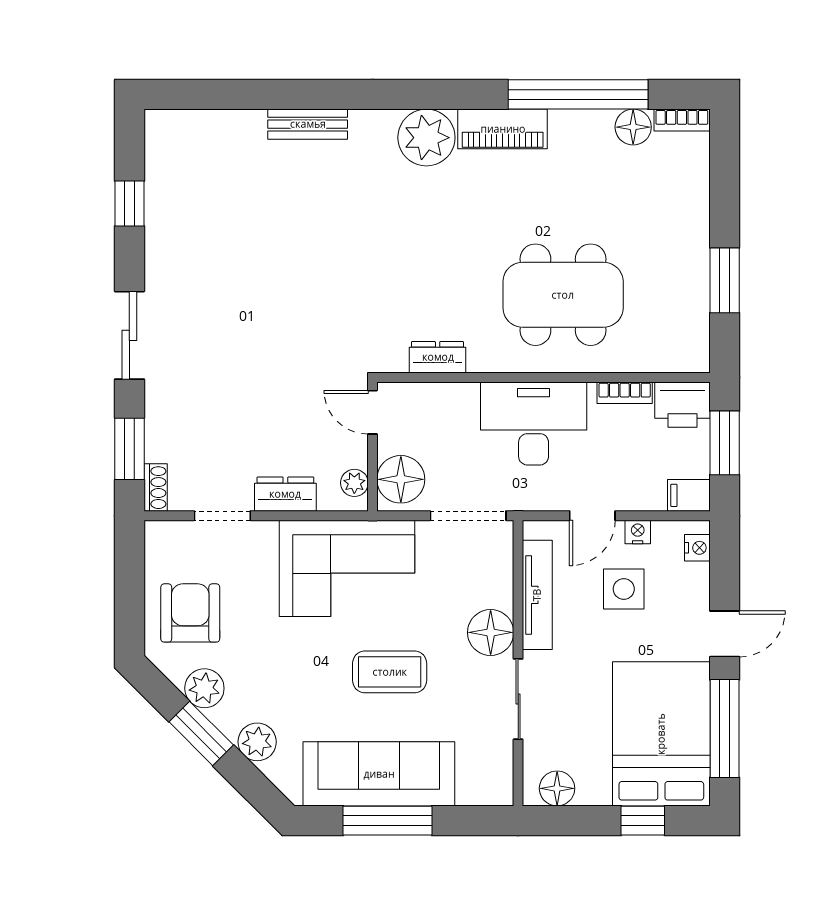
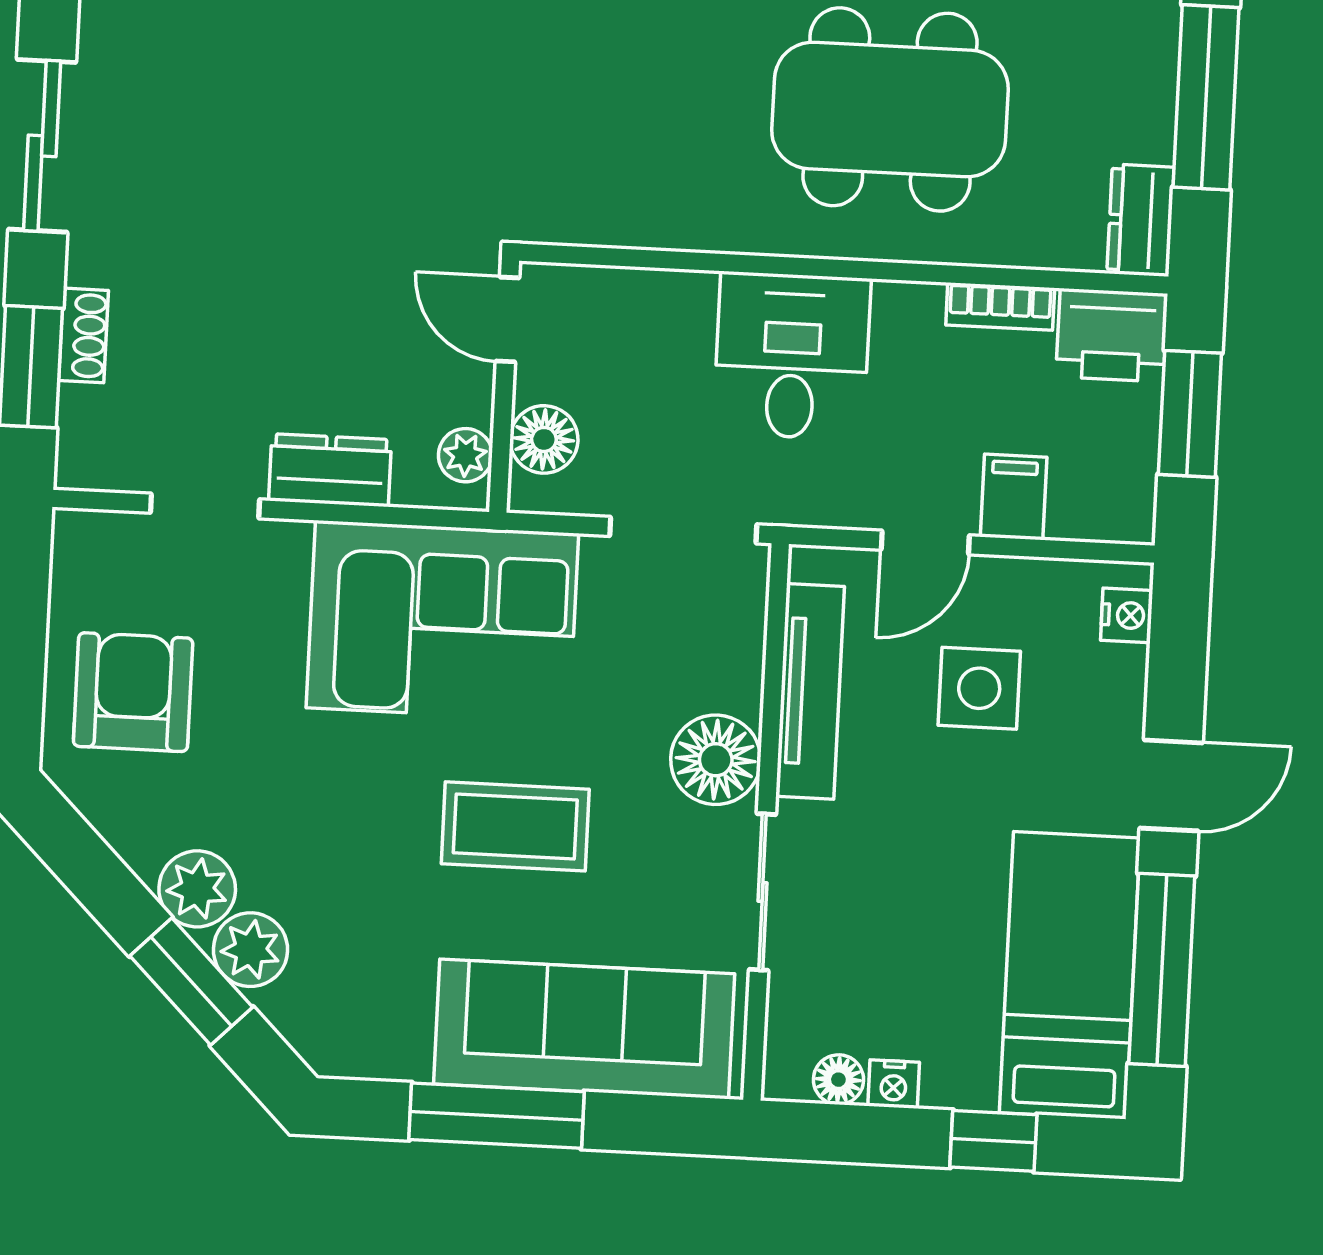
window: (725, 280) -> (1206, 97), width x1.44
dresser: (438, 357) -> (1140, 220), moved, turned -90
desk: (534, 424) -> (792, 356), width x0.73
floor lamp: (401, 479) -> (544, 439), width x0.73, depth x0.73
shoe rack: (156, 488) -> (83, 335), moved
filing cabinet: (689, 495) -> (1014, 497), moved, turned 90
nightstand: (638, 532) -> (894, 1084), moved, turned 180
plant: (204, 688) -> (197, 889), moved
window: (201, 733) -> (191, 982), moved
bed: (661, 734) -> (1070, 975), width x0.67
sofa: (379, 774) -> (584, 1029), moved
floor lamp: (557, 788) -> (838, 1080), width x0.73, depth x0.73

